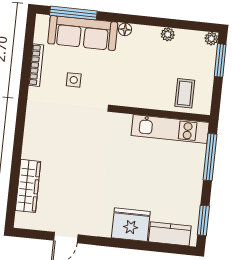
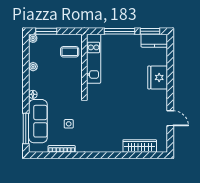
window: (210, 157) -> (119, 31), moved
kitchen counter: (170, 234) -> (154, 41), moved, turned -90

